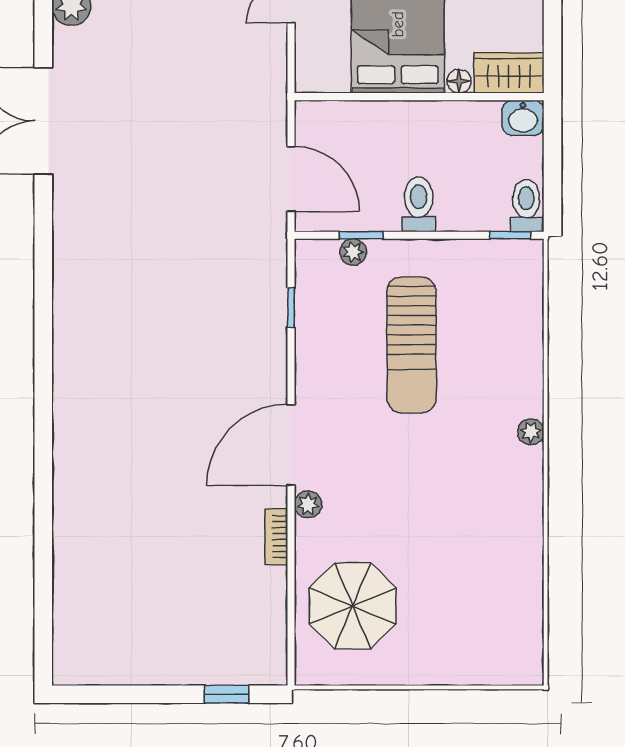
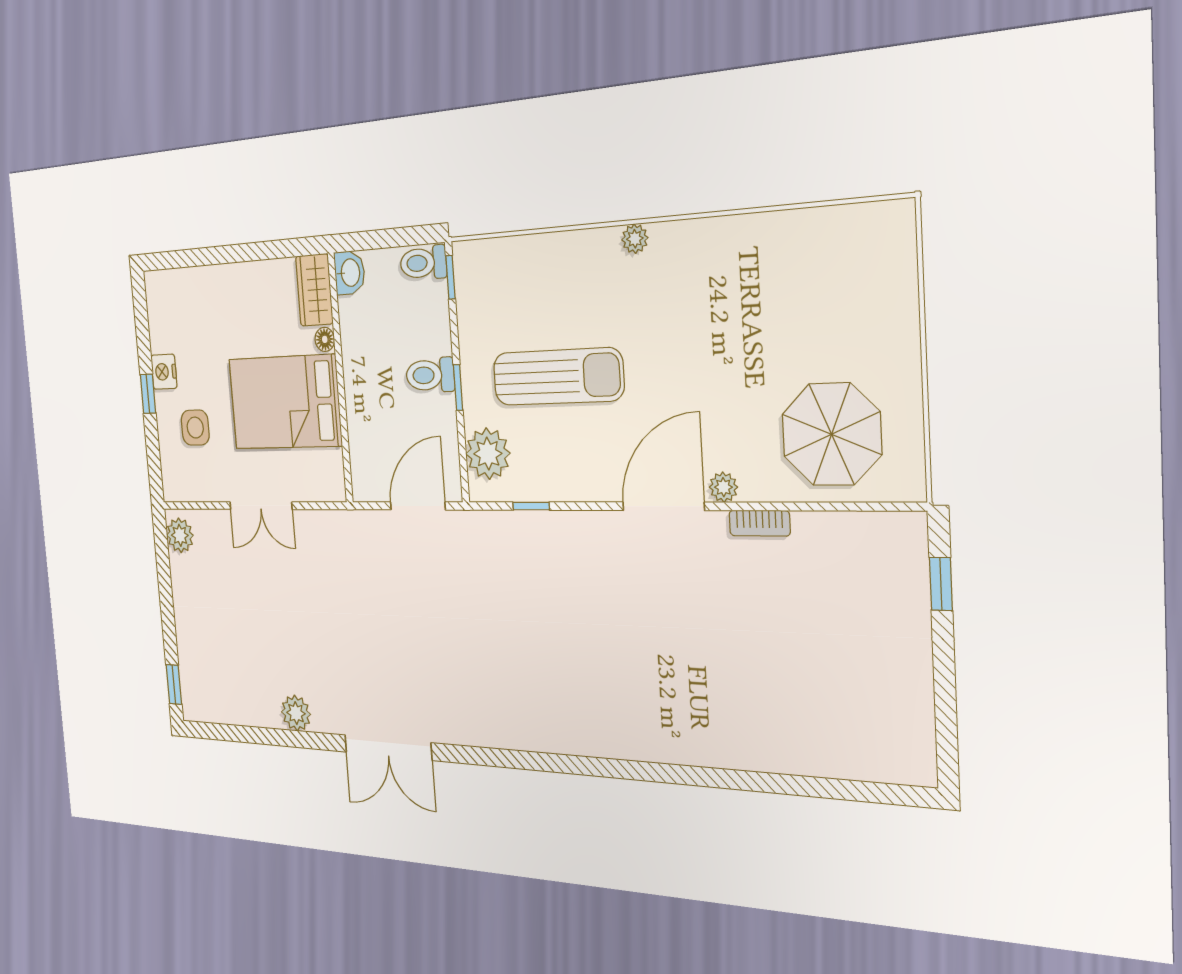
window: (361, 235) -> (458, 388), moved
plant: (353, 252) -> (488, 454), width x1.88, depth x1.88
door: (291, 445) -> (663, 506), swing flipped

